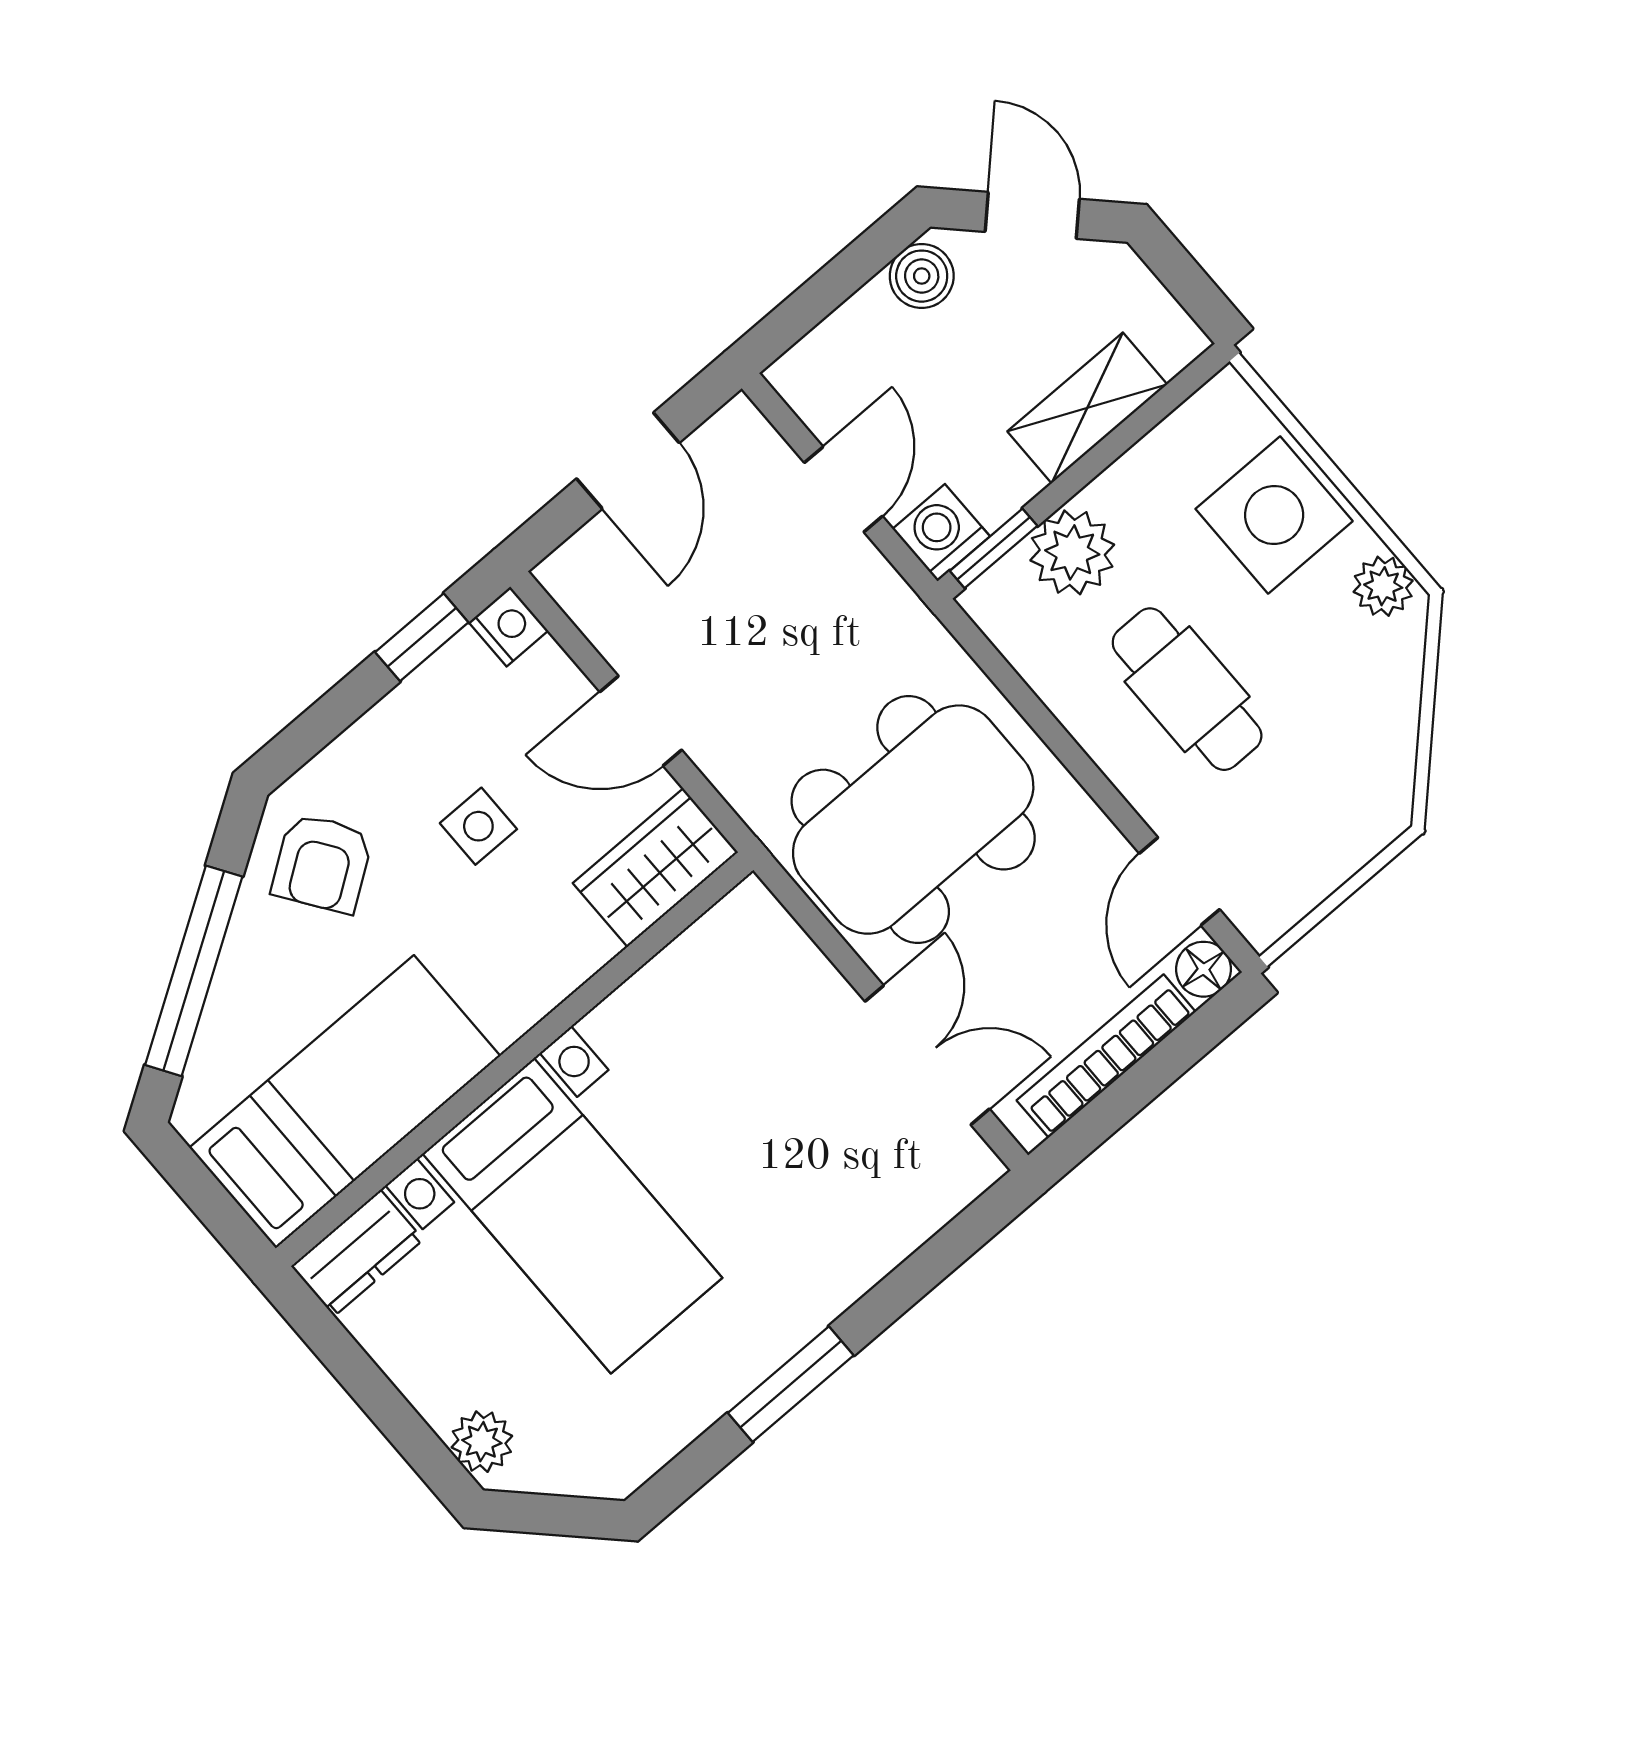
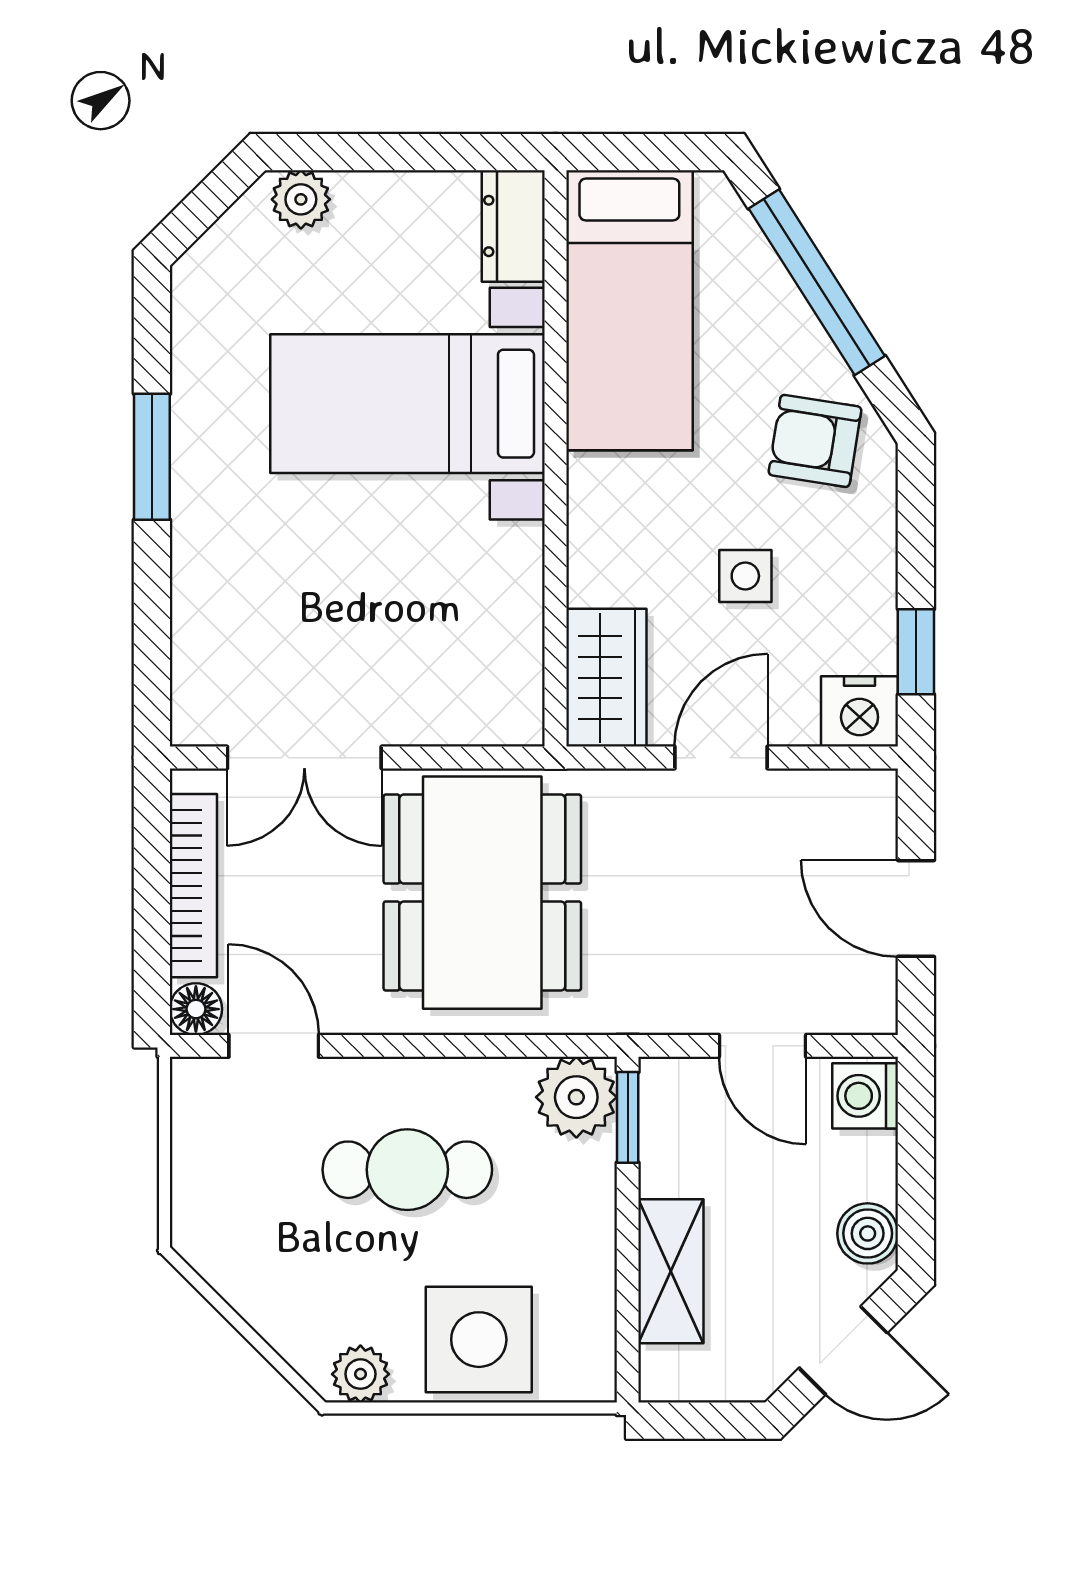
washing machine: (941, 533) -> (865, 1096), moved, turned 180
plant: (1072, 552) -> (576, 1097), moved
nightstand: (508, 627) -> (860, 711), width x1.39, depth x1.35
armchair: (322, 863) -> (815, 441), turned -46

